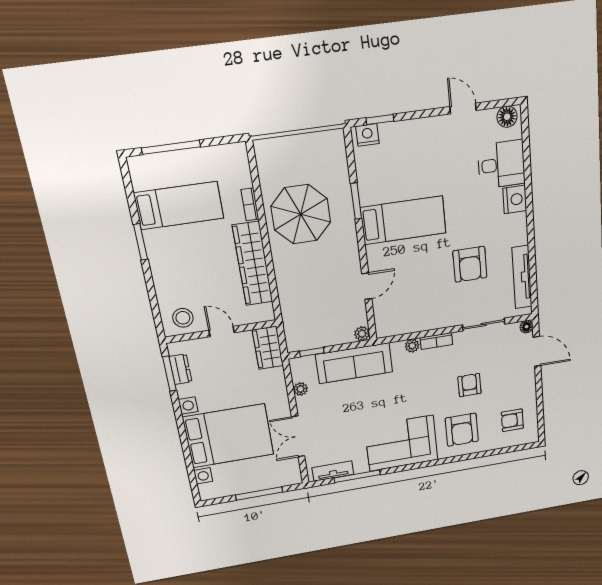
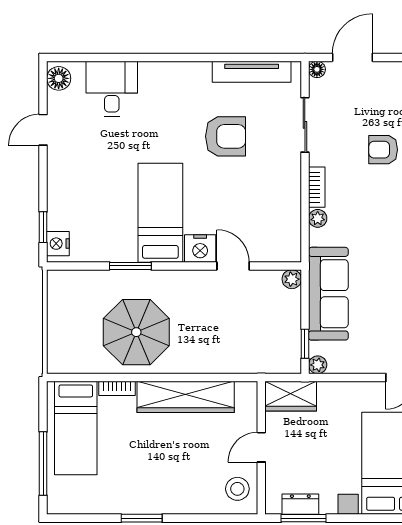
nightstand: (515, 199) -> (200, 248), moved, turned 180
bed: (179, 206) -> (76, 428), moved, turned 180
plant: (300, 389) -> (318, 365), moved

